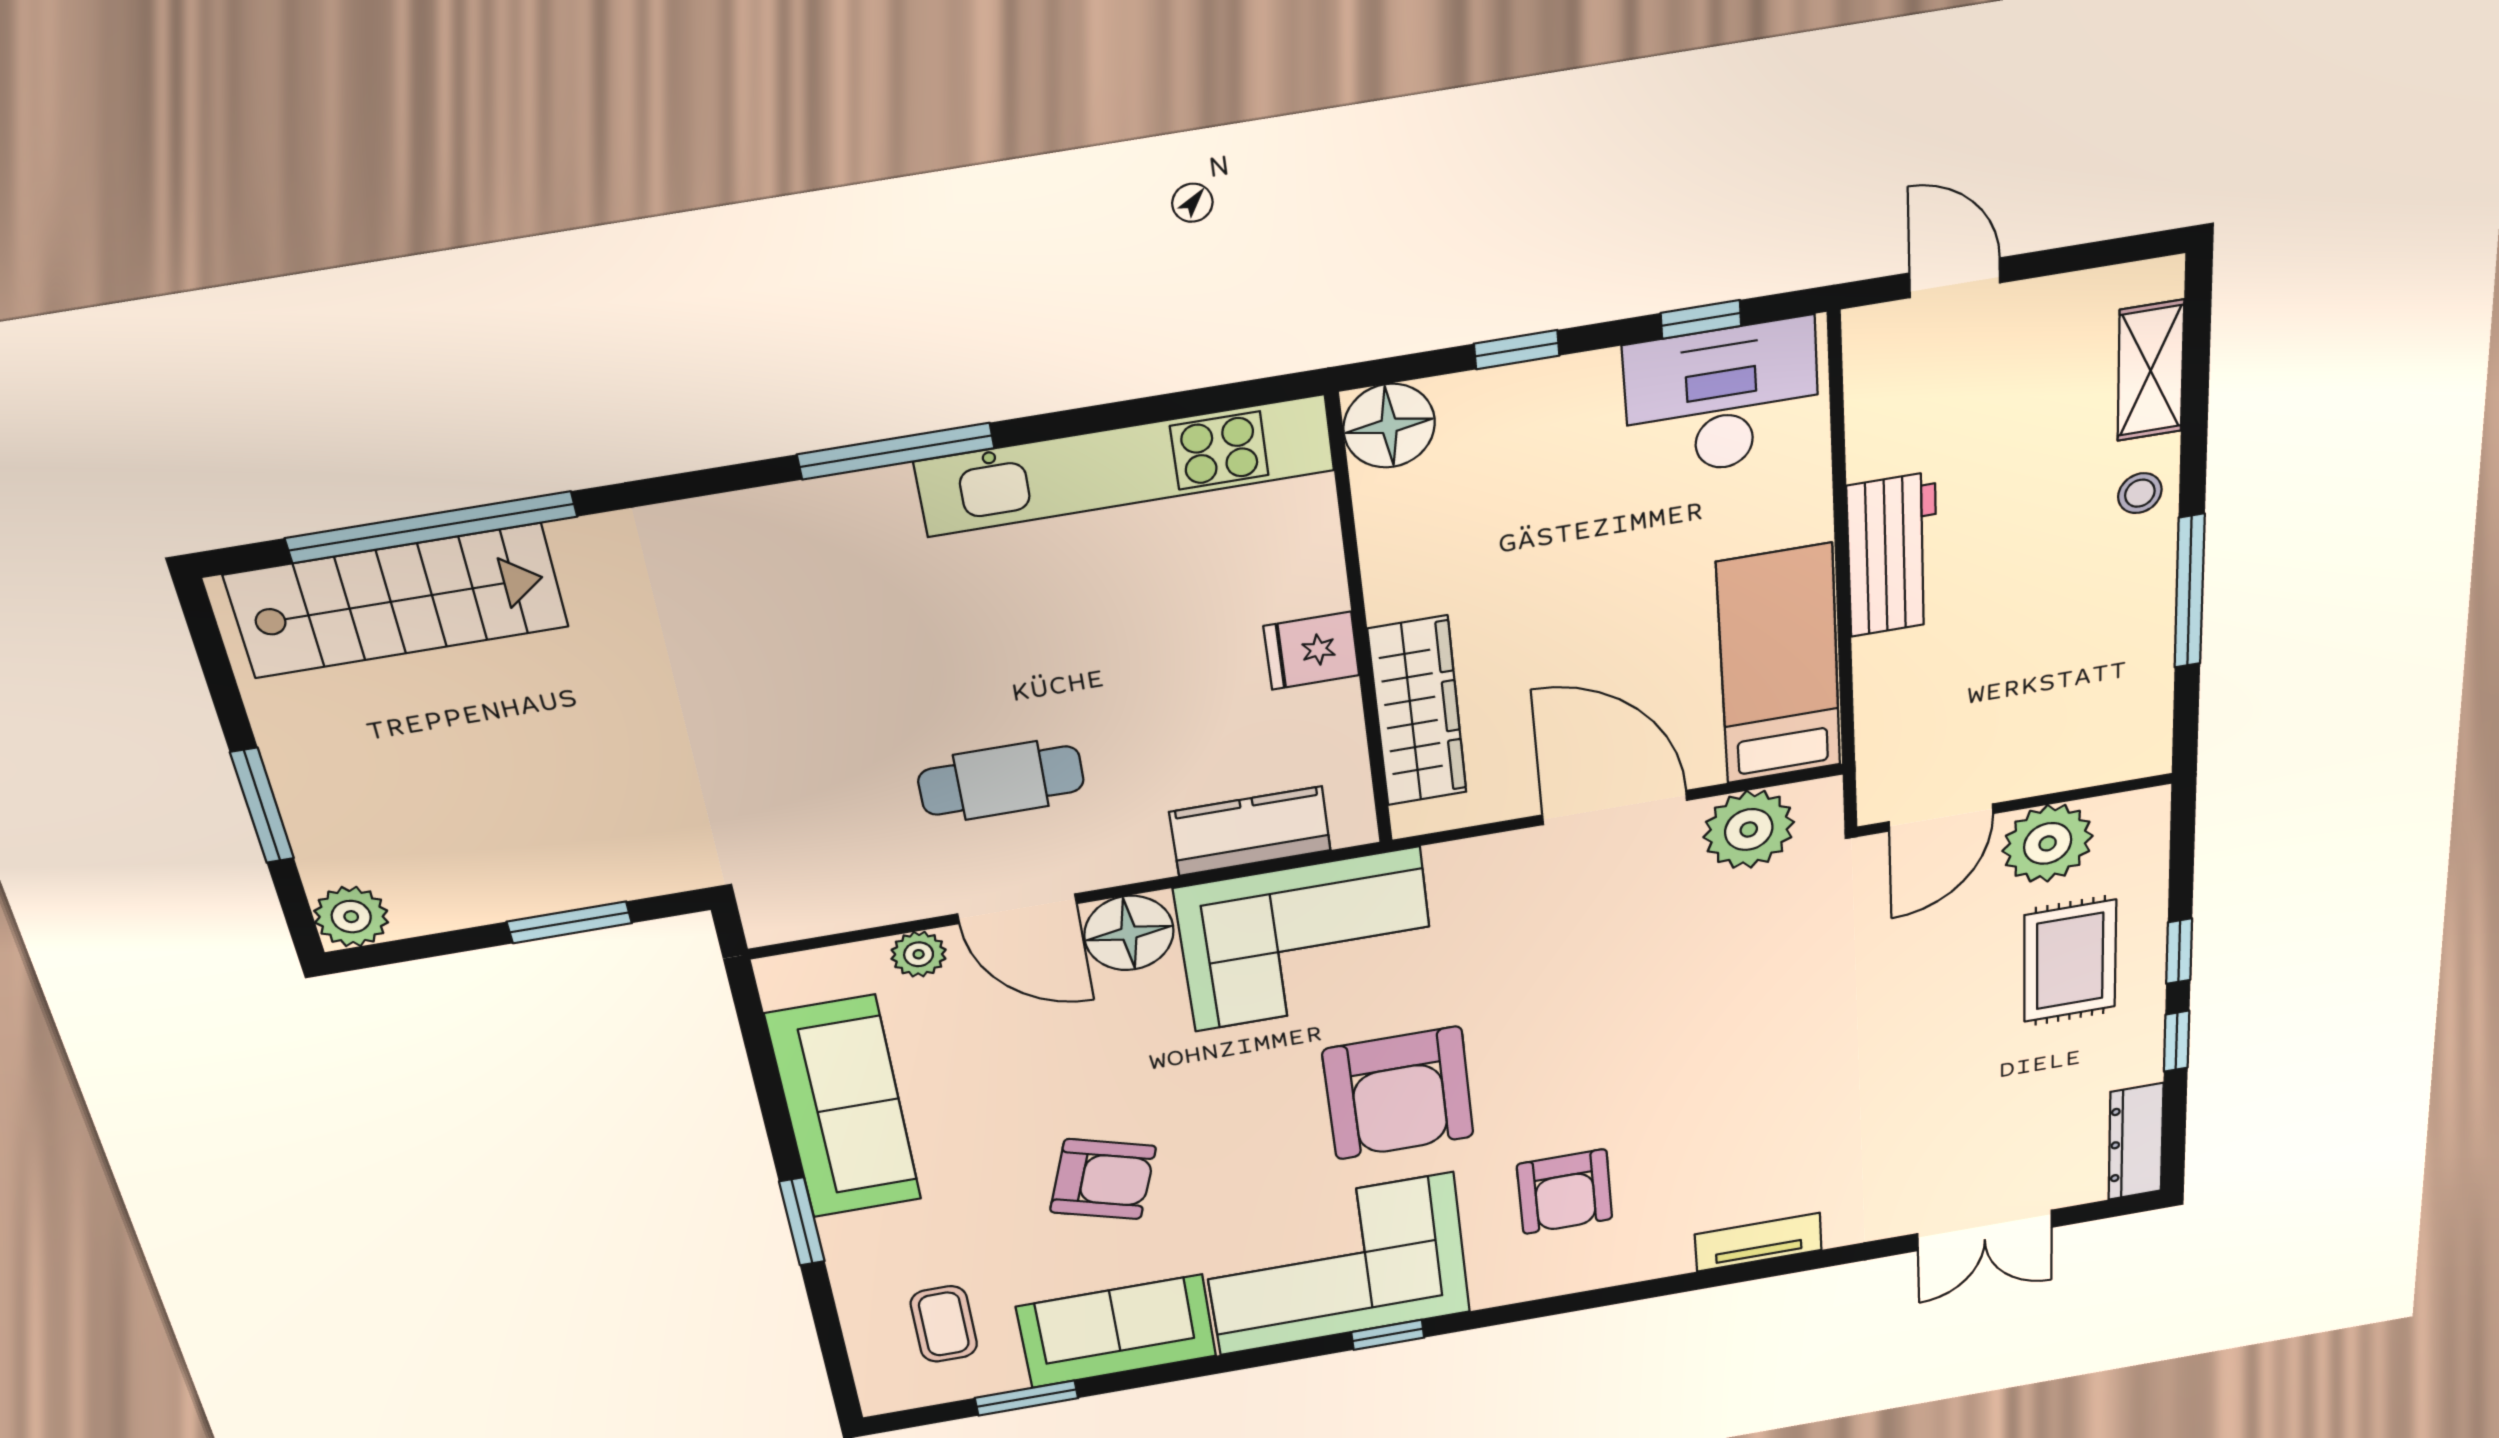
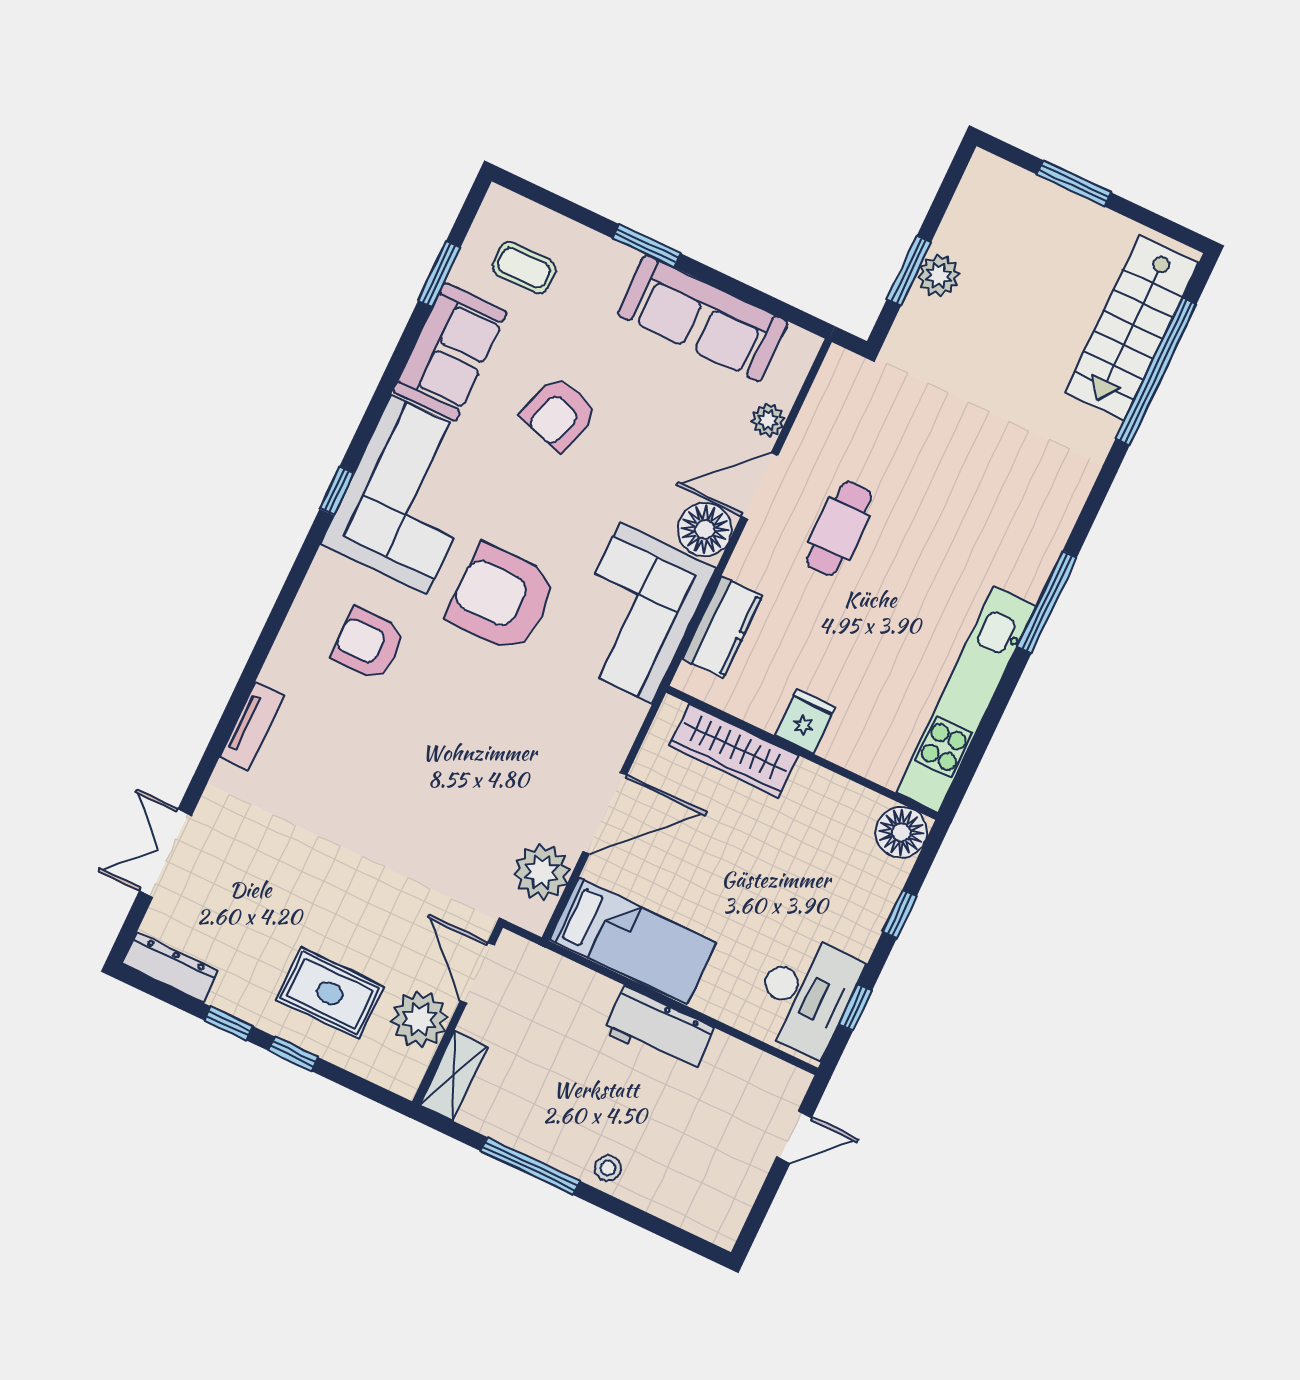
shelving: (2151, 371) -> (454, 1075), moved, turned 90
plant: (351, 917) -> (939, 275), moved

